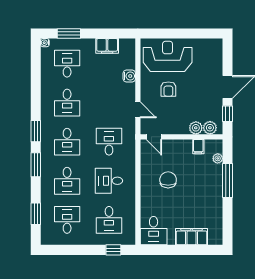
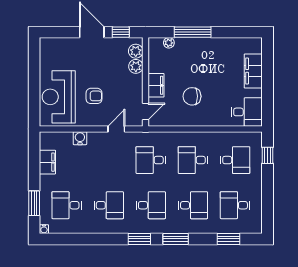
filing cabinet: (198, 147) -> (156, 85), moved, width x2.00
desk: (109, 181) -> (193, 160), turned 90

